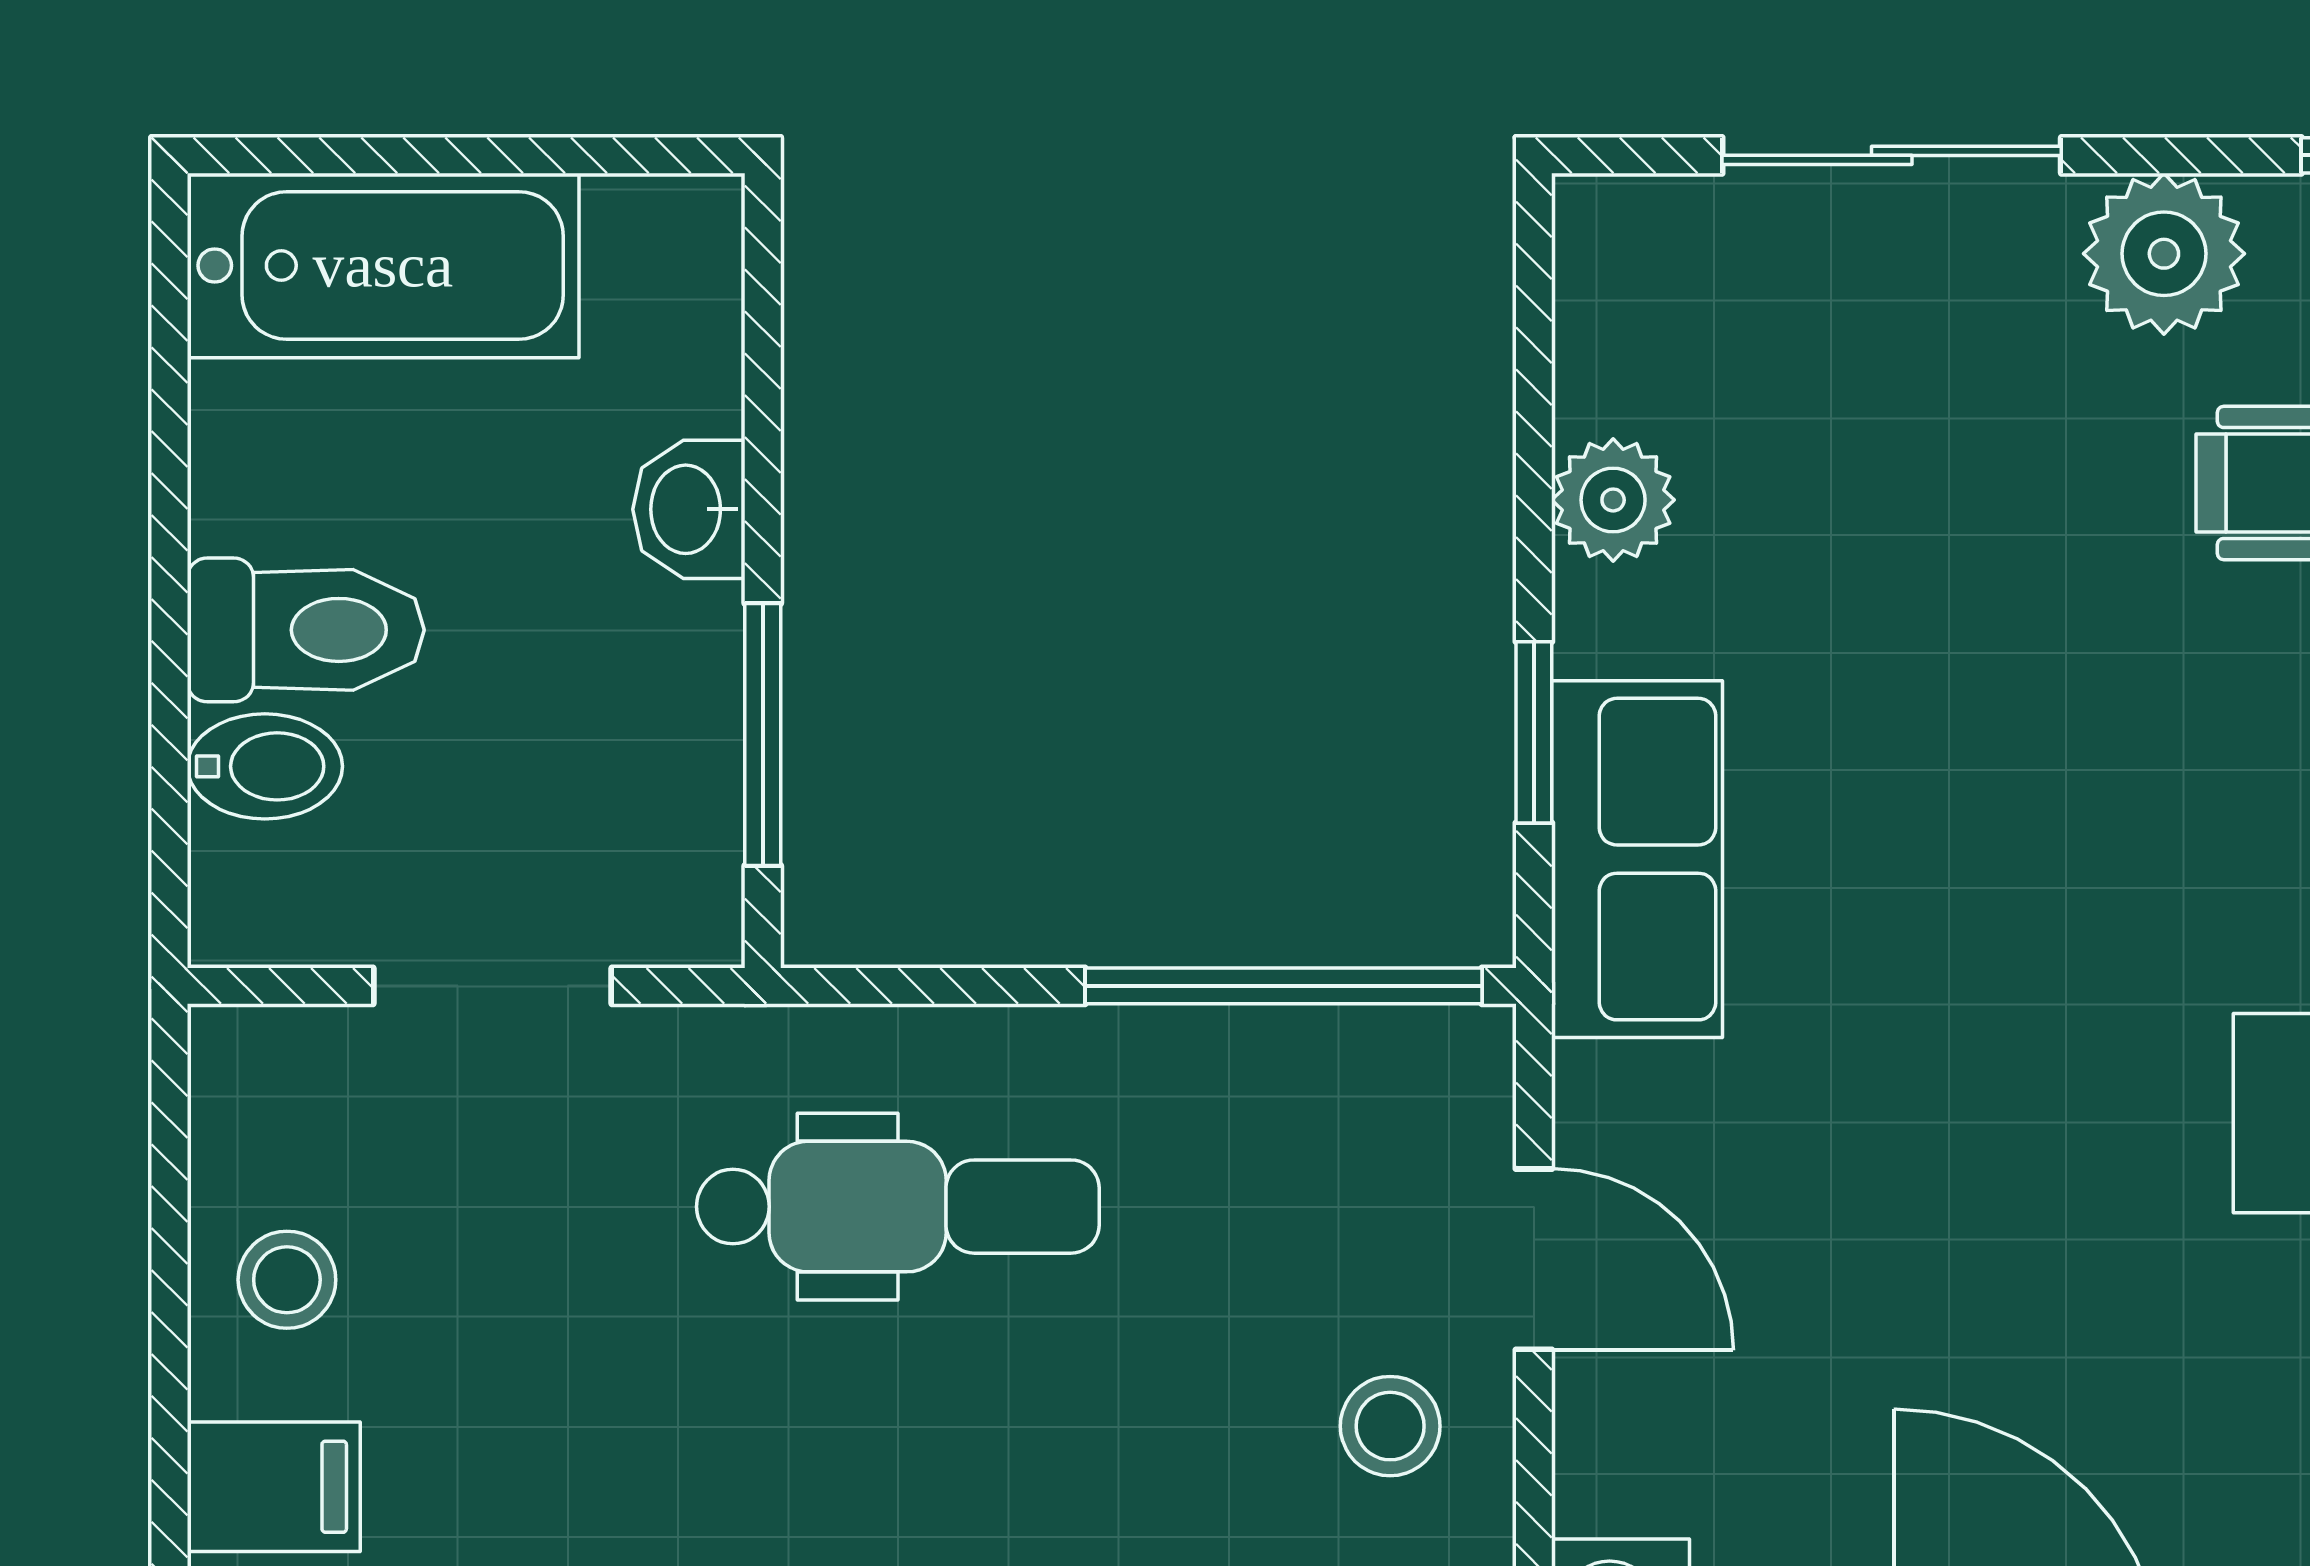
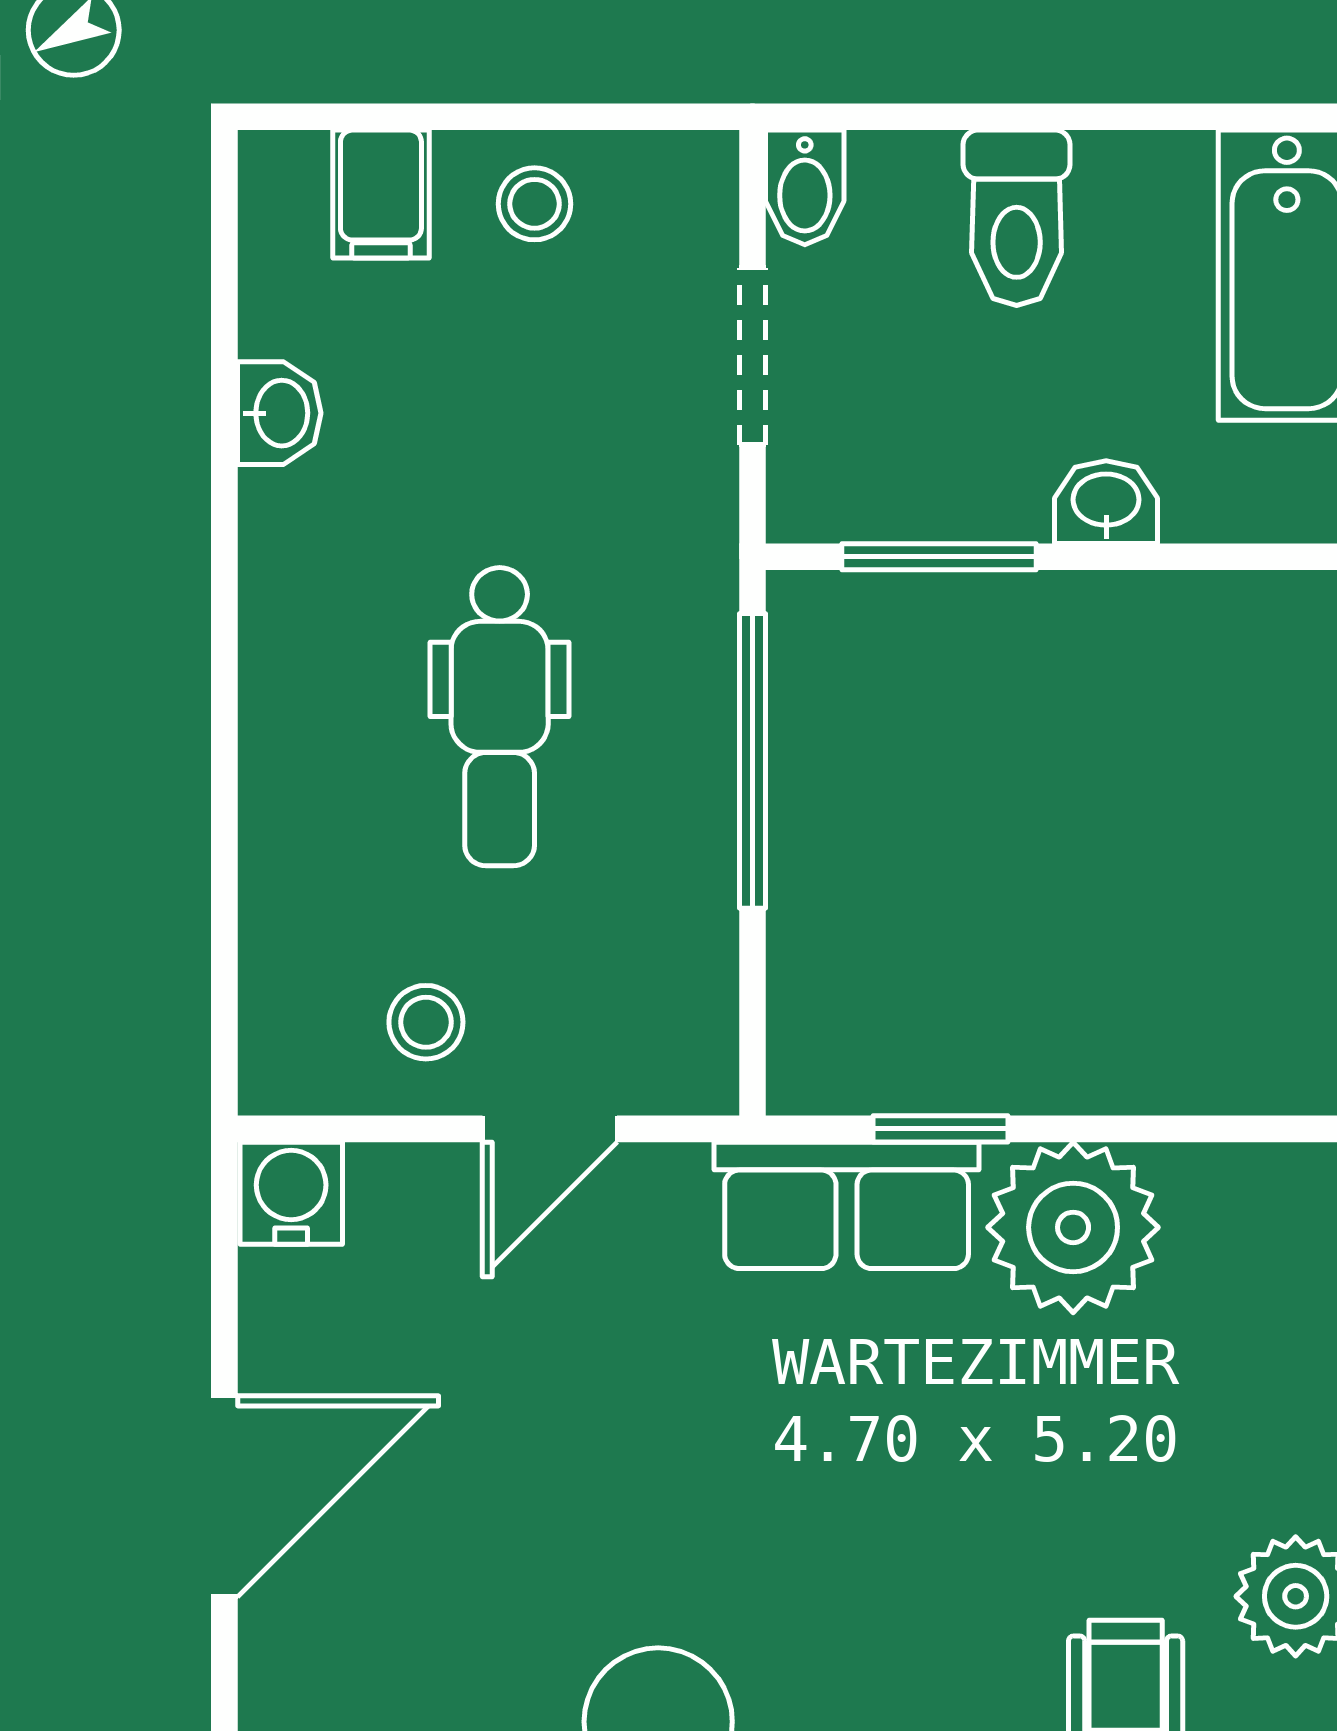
plant: (1613, 500) -> (1073, 1227), width x1.87, depth x1.87
bidet: (265, 766) -> (805, 187), moved
window: (1284, 986) -> (752, 761), moved
dental chair: (898, 1207) -> (500, 717), moved

